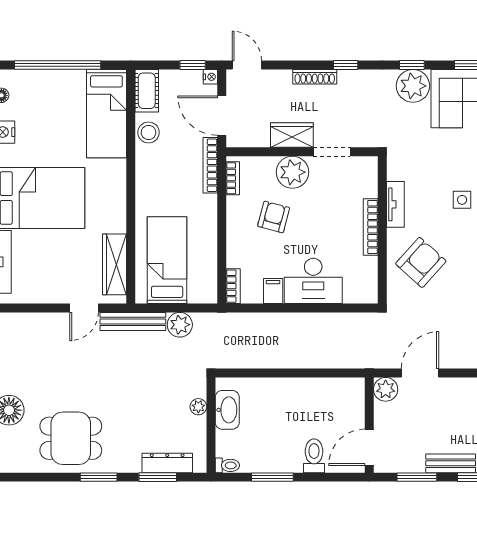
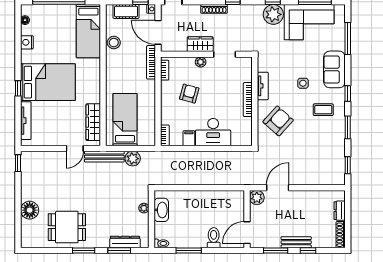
cot: (147, 91) -> (126, 11), moved, turned 90
plant: (292, 172) -> (201, 62), width x0.53, depth x0.53

